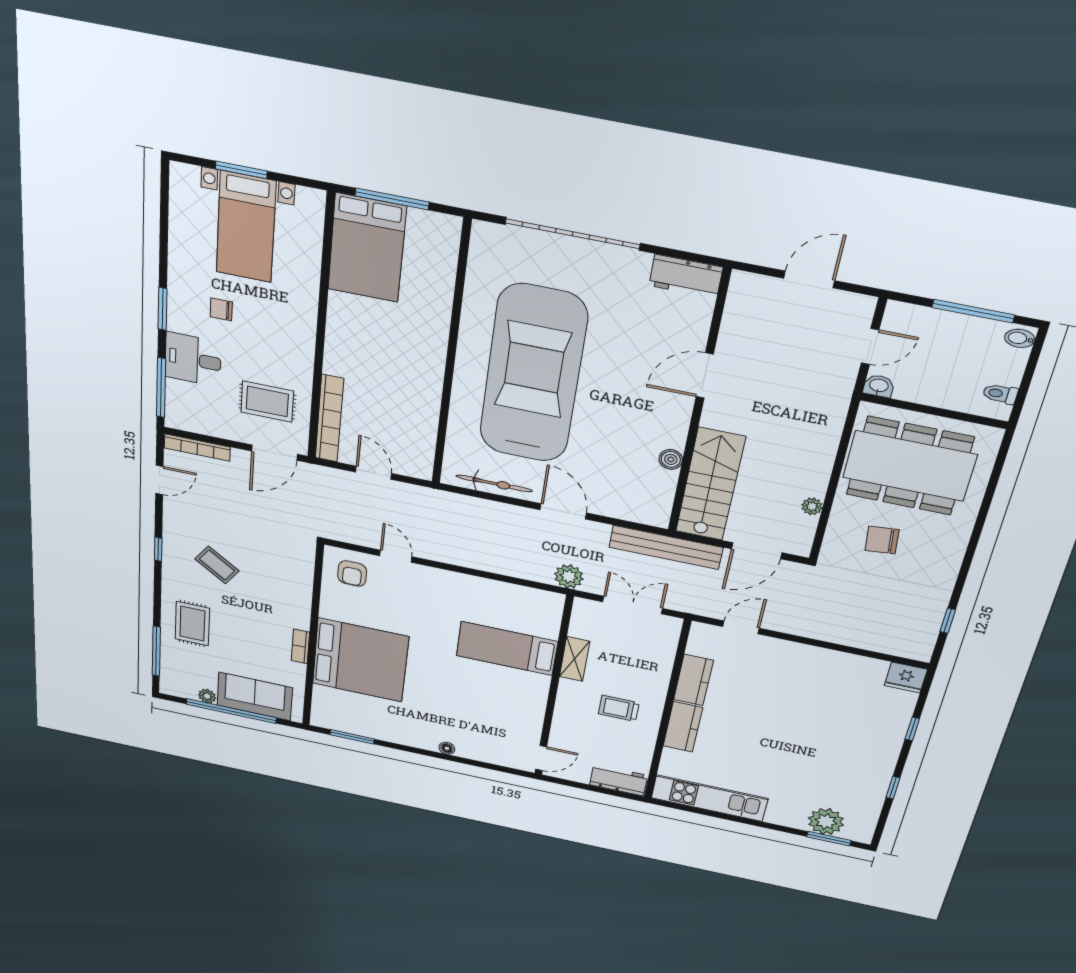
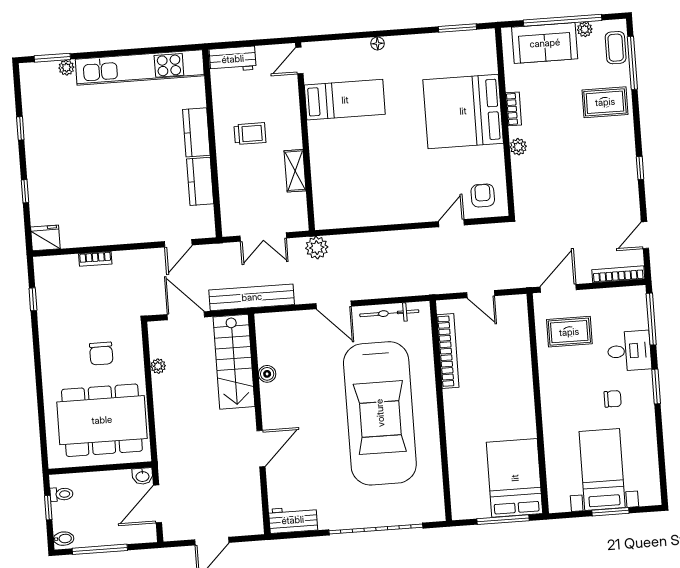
door: (870, 346) -> (157, 504), width x1.38
window: (1026, 383) -> (48, 508), added
bookcase: (329, 419) -> (448, 351), moved, turned 180
chair: (882, 540) -> (101, 354), turned 96
door: (757, 551) -> (186, 316), hinge flipped
door: (396, 556) -> (451, 223), swing flipped
coffee table: (217, 565) -> (616, 48), moved, turned 55
plant: (301, 609) -> (518, 147), added
rug: (192, 624) -> (605, 102), turned 90
bookcase: (851, 640) -> (95, 259), added
bed: (507, 649) -> (345, 100), moved
kitchen unit: (709, 798) -> (140, 68), width x1.36
plant: (826, 822) -> (66, 68), width x0.53, depth x0.53

